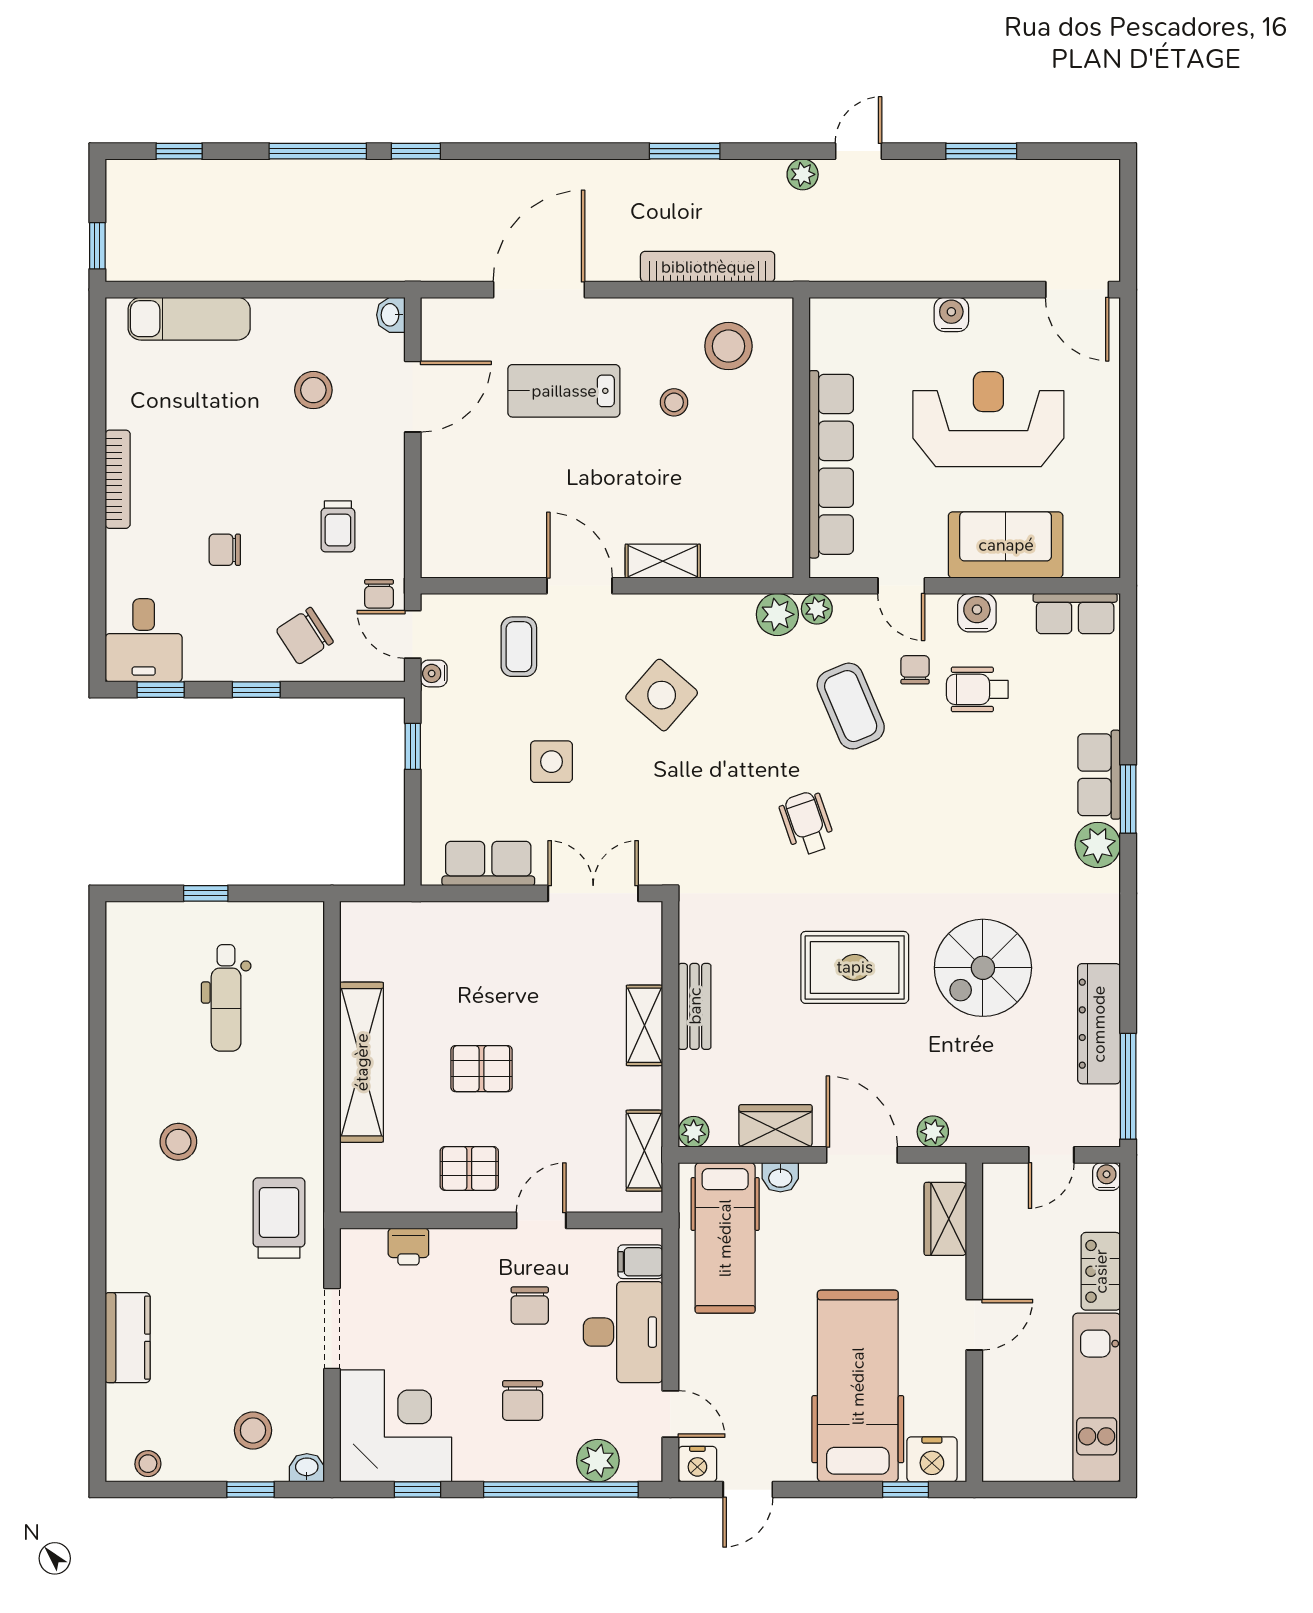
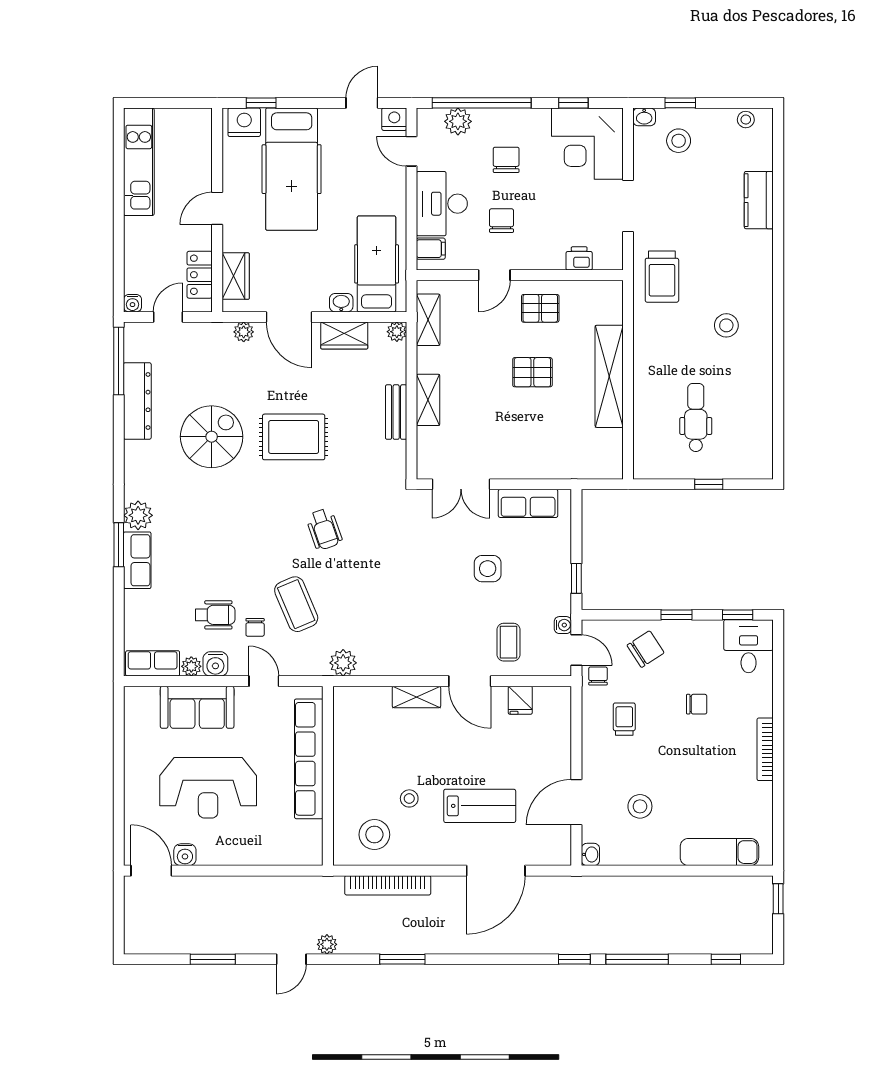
water cooler: (951, 314) -> (185, 855), moved
fridge: (500, 556) -> (520, 700), added
plant: (817, 609) -> (191, 666), moved
side table: (662, 695) -> (417, 611), removed
locker: (1101, 1271) -> (200, 275), moved, turned 180

